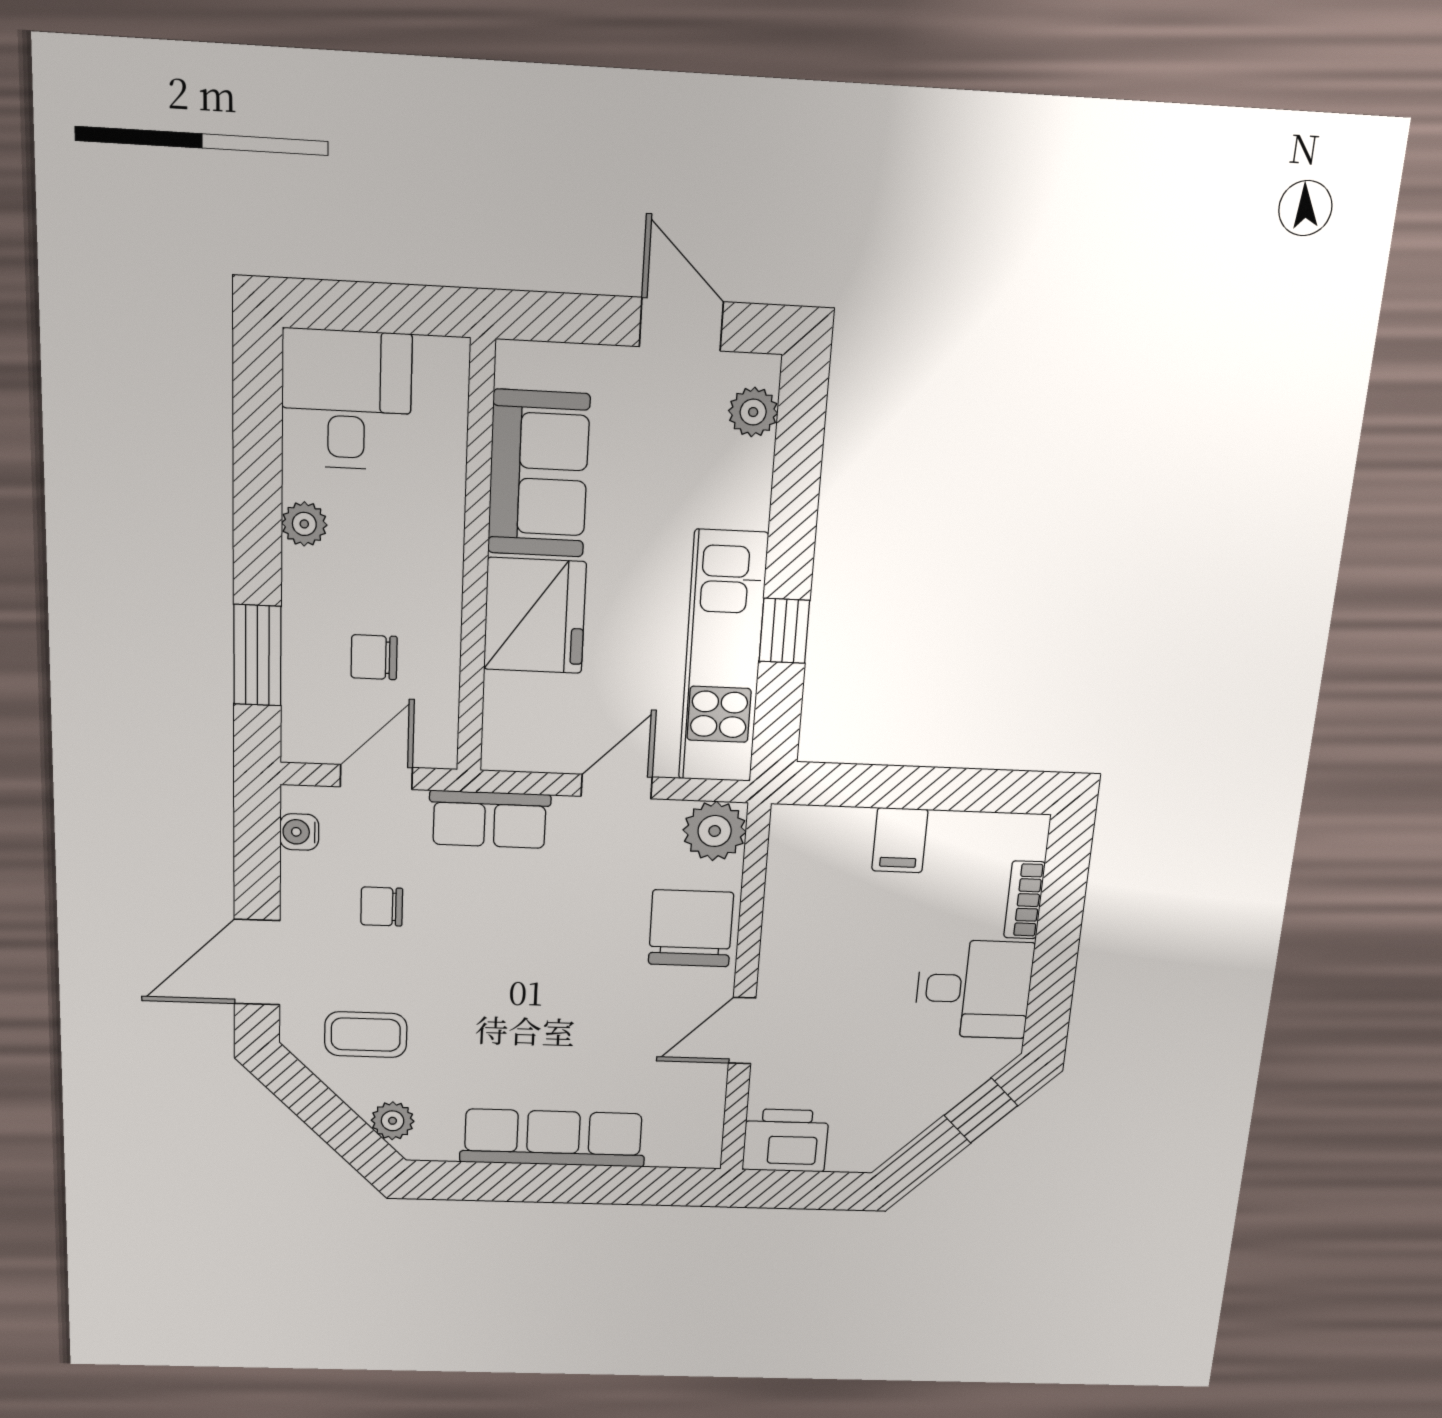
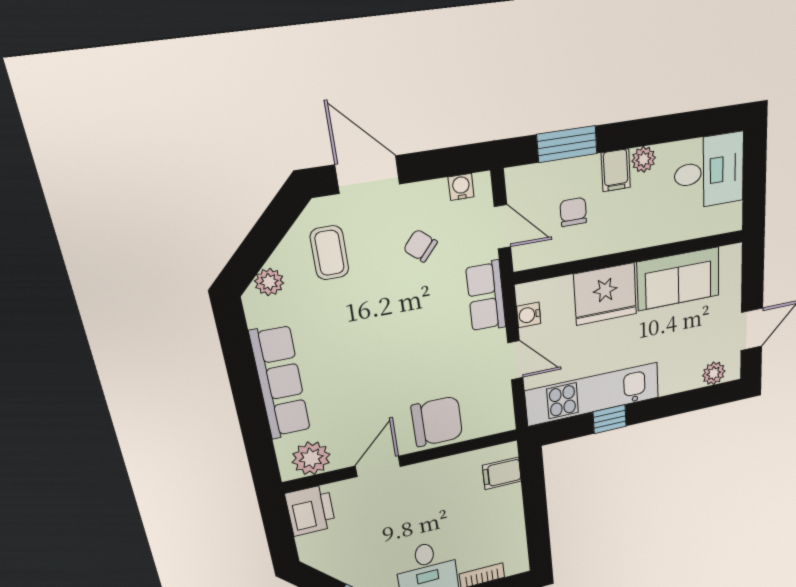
filing cabinet: (315, 576) -> (616, 170), added
water cooler: (540, 754) -> (529, 315), added
plant: (715, 831) -> (311, 458), moved
filing cabinet: (900, 840) -> (502, 473), moved
chair: (382, 907) -> (420, 246), turned -49
door: (742, 1031) -> (378, 466), hinge flipped

